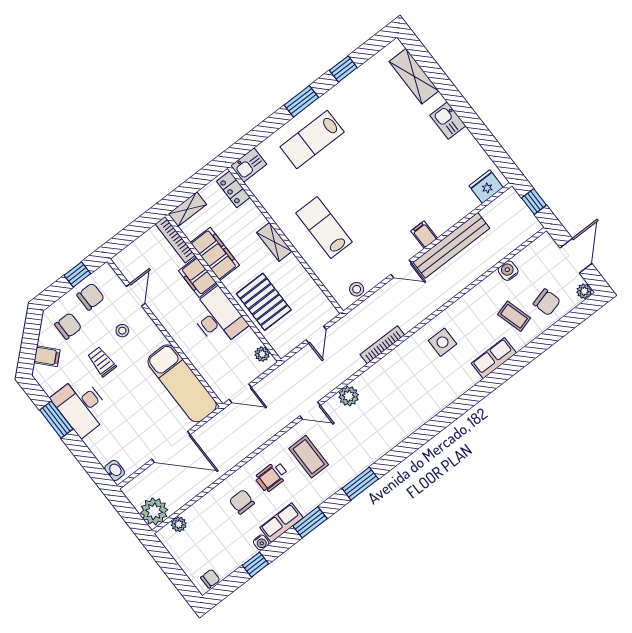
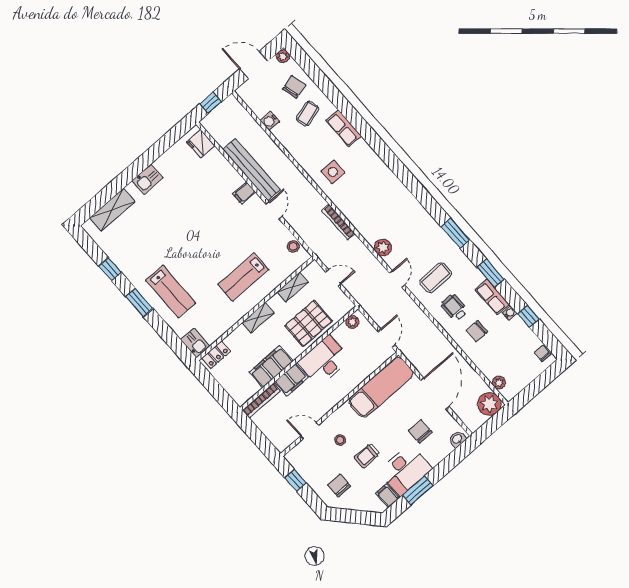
shelving: (187, 209) -> (293, 287), moved, turned 90
chair: (91, 297) -> (420, 431), moved
filing cabinet: (47, 356) -> (387, 496), moved, turned -48
wheelchair: (272, 477) -> (454, 308), turned 180

